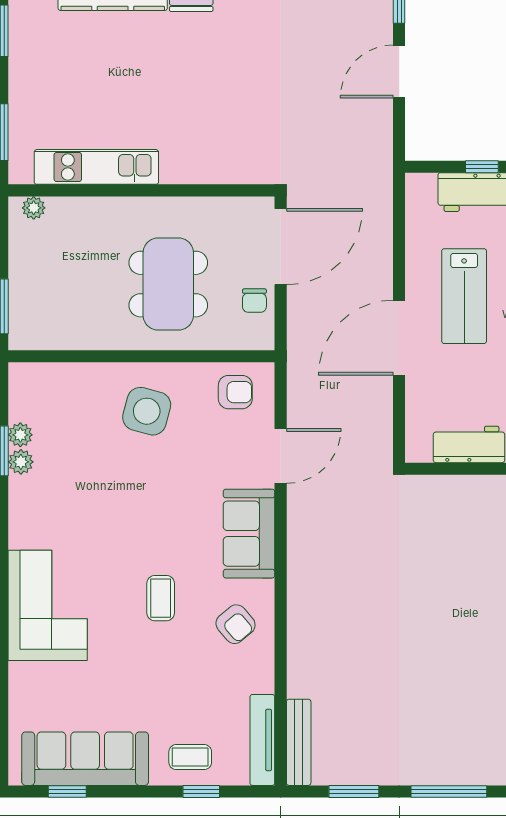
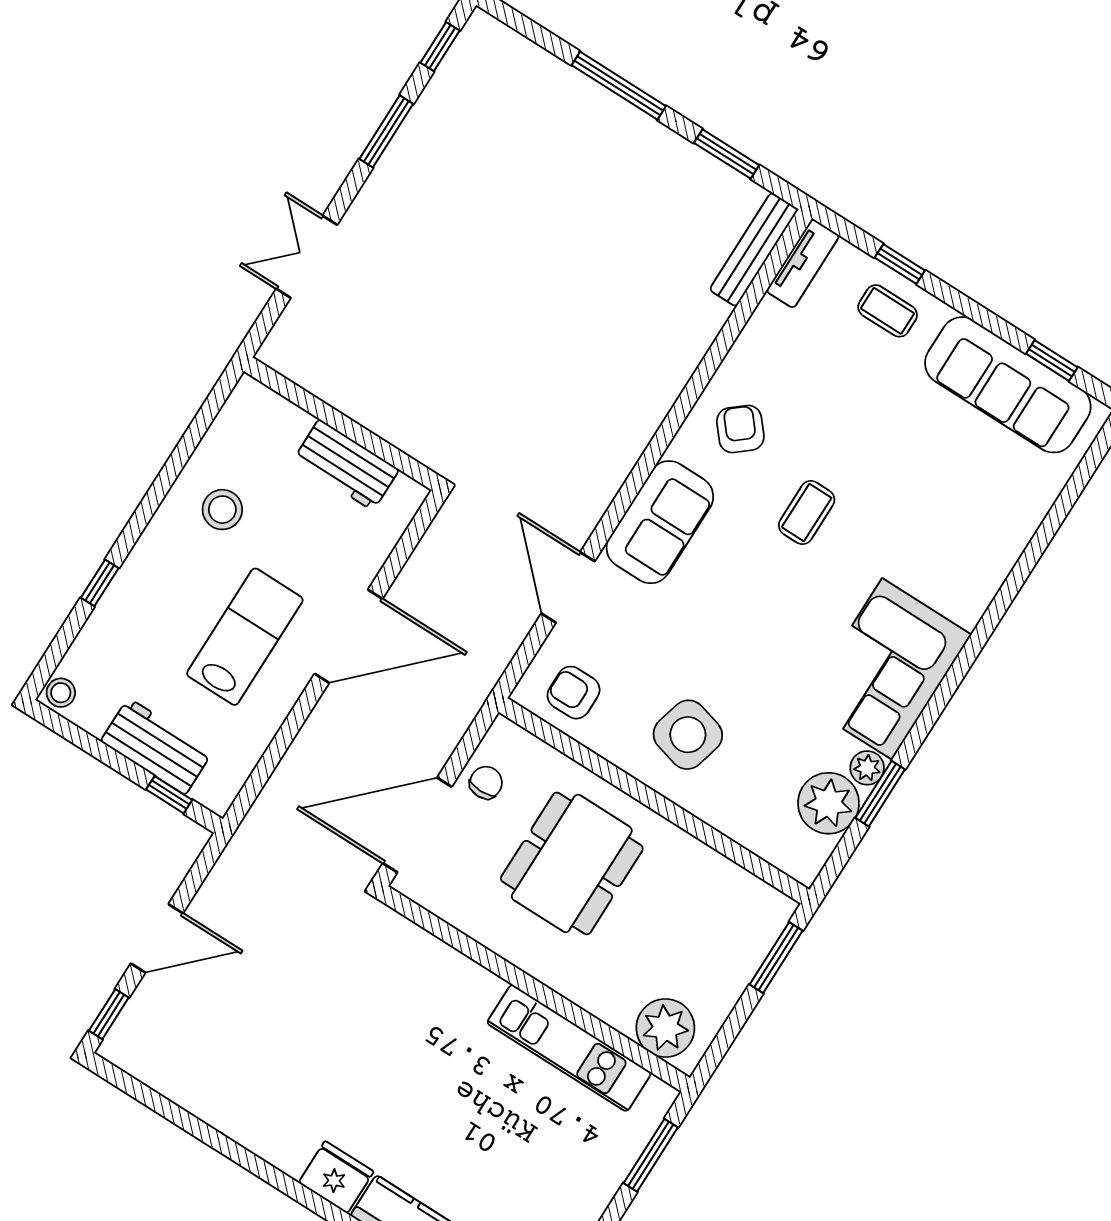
window: (482, 167) -> (169, 795), moved
plant: (34, 208) -> (665, 1028), width x1.88, depth x1.88
plant: (20, 435) -> (828, 803), width x1.87, depth x1.87
door: (281, 456) -> (568, 587), hinge flipped
corner sofa: (48, 605) -> (887, 669), moved
tv unit: (262, 740) -> (803, 263), width x0.71

